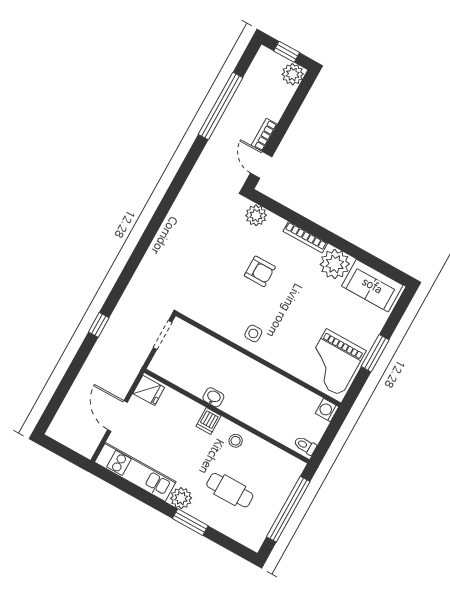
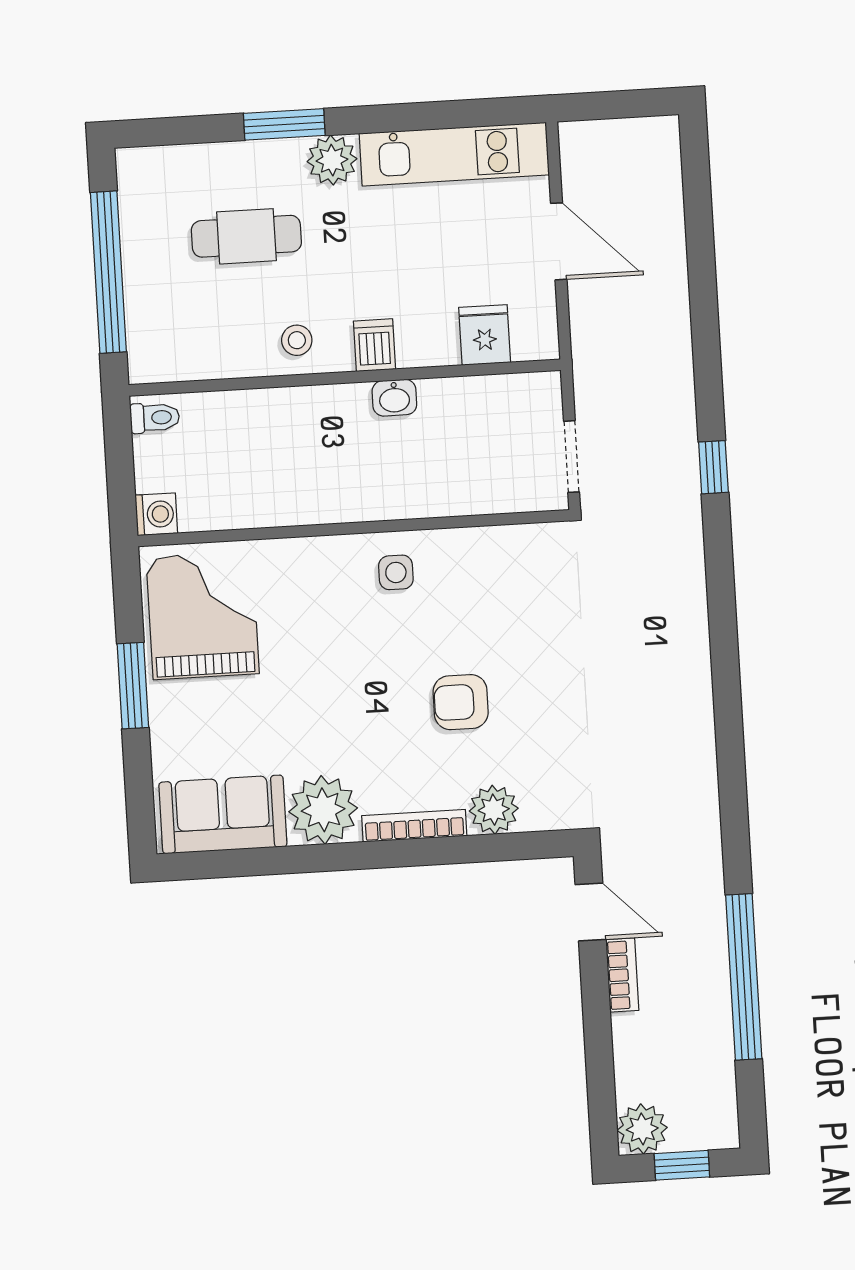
plant: (256, 215) -> (494, 810), moved
window: (99, 325) -> (713, 467), moved
fridge: (149, 390) -> (485, 335), moved, turned 90

